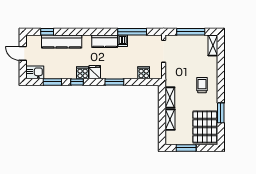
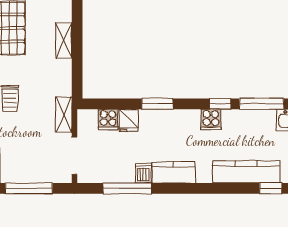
fridge: (95, 72) -> (129, 120), moved
window: (52, 82) -> (262, 104), width x1.44
shelving: (170, 98) -> (64, 115), moved

